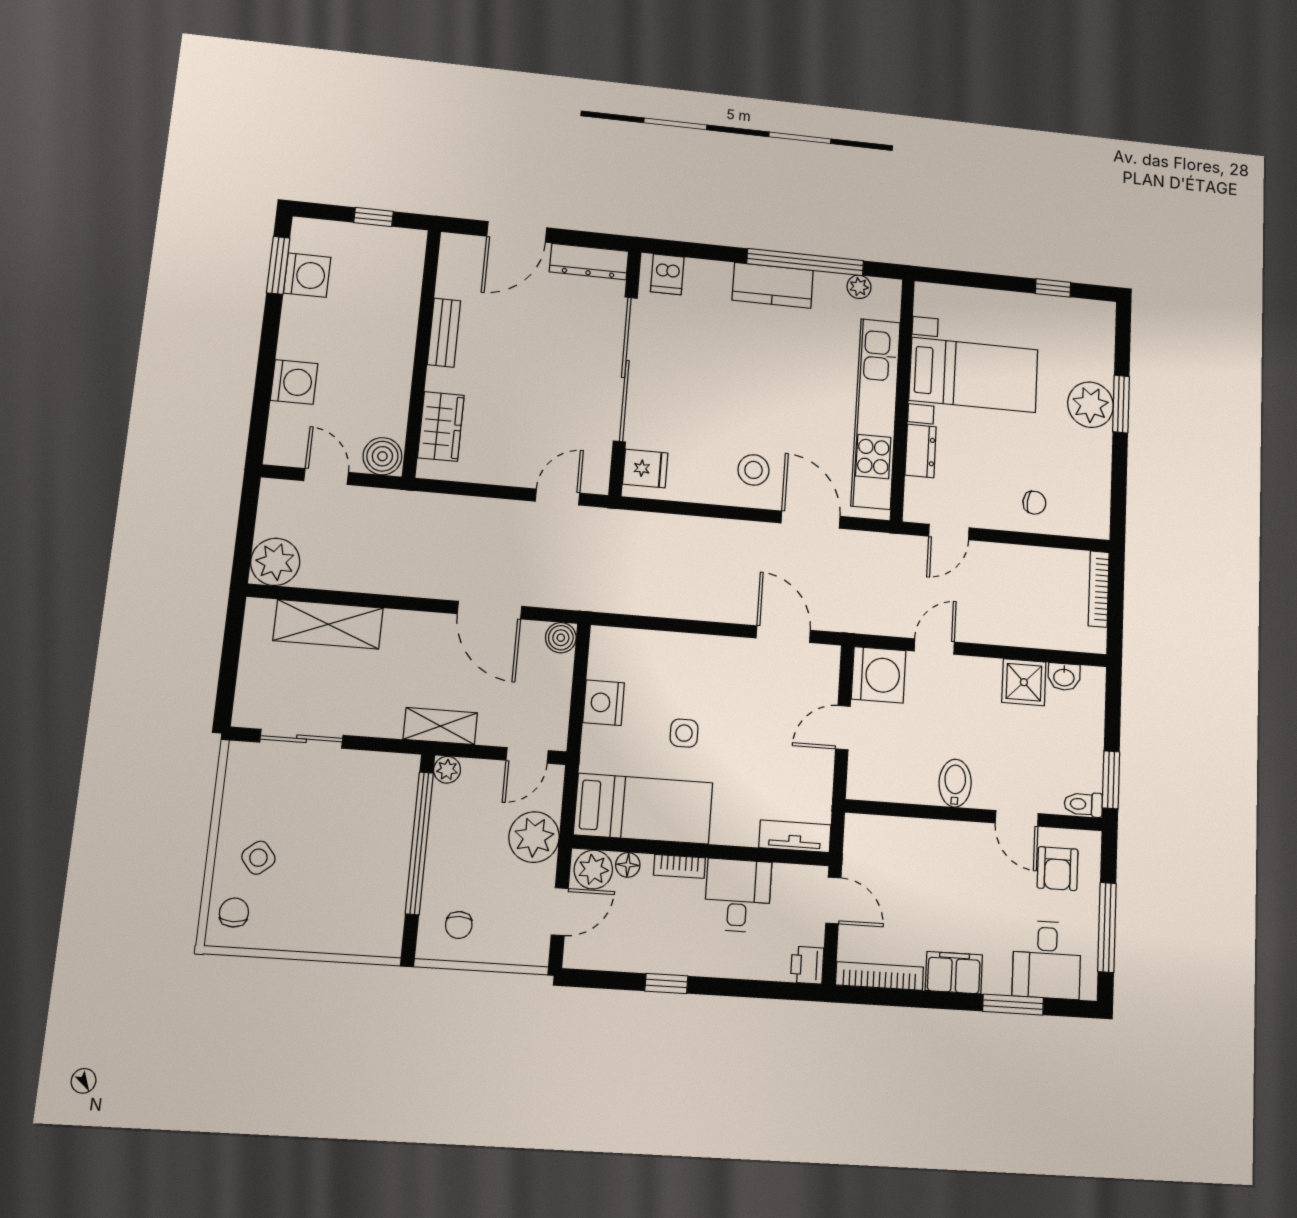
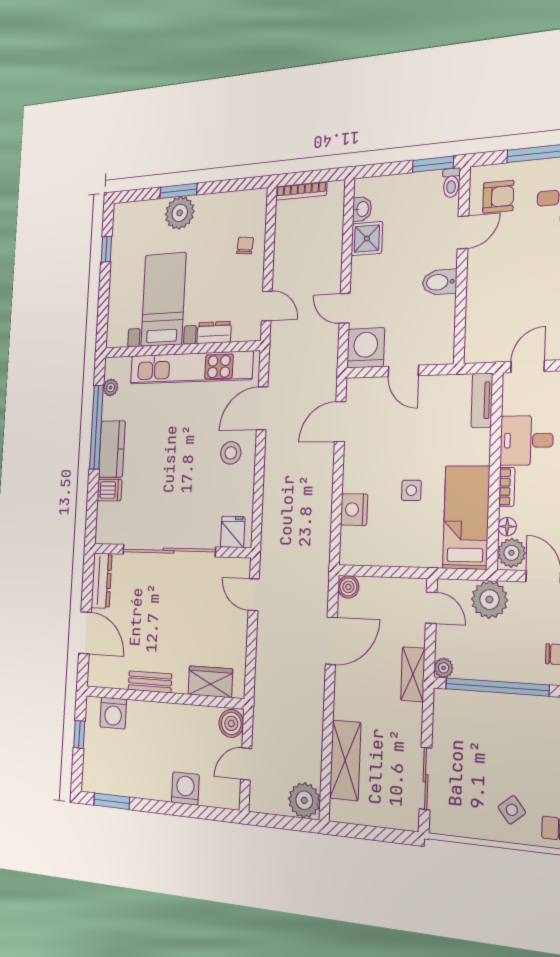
dishwasher: (667, 274) -> (109, 490), moved
washing machine: (307, 275) -> (113, 713), moved, turned 180
nightstand: (604, 703) -> (354, 510), moved, turned 90

